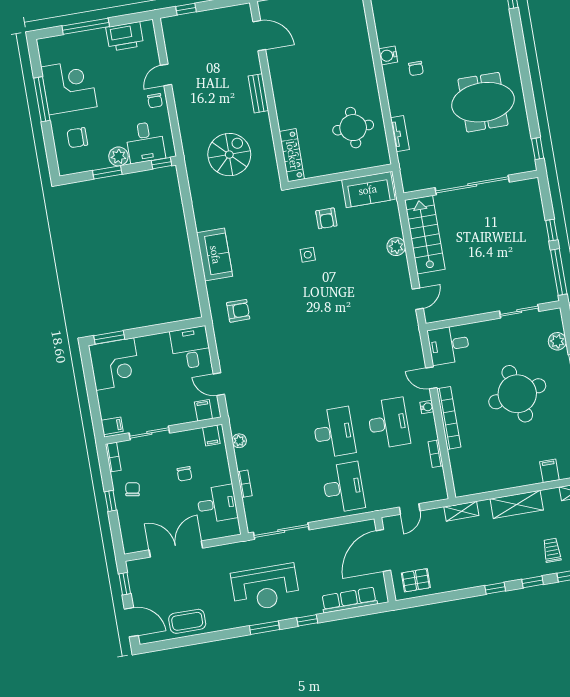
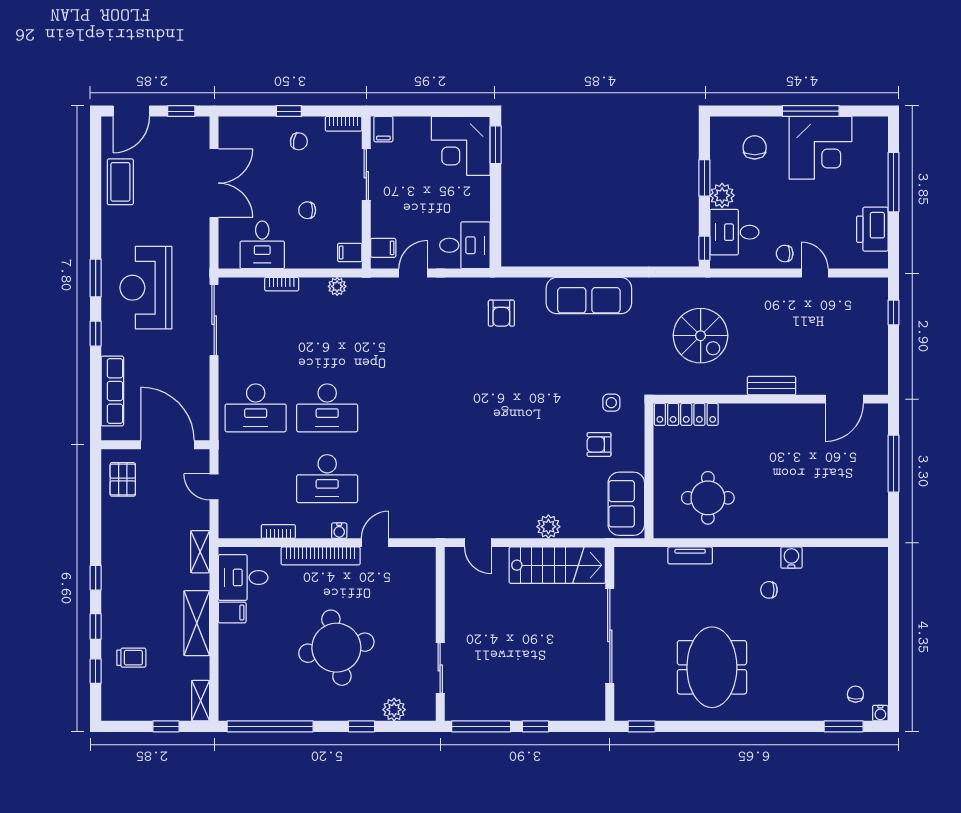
sofa: (215, 255) -> (589, 296), width x1.36
side table: (308, 255) -> (611, 403), moved
desk: (449, 345) -> (243, 577), moved, turned -90
filing cabinet: (549, 471) -> (232, 613), moved

